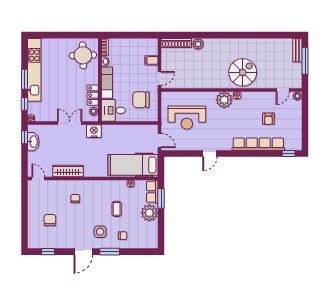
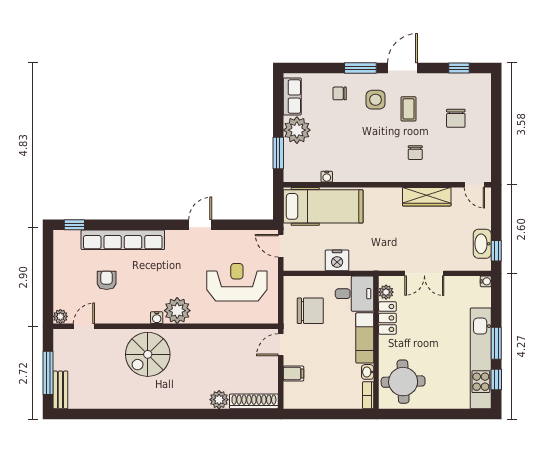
window: (25, 104) -> (496, 380), moved
nightstand: (94, 131) -> (337, 260), moved
row of seats: (152, 192) -> (292, 97), moved
coffee table: (117, 209) -> (409, 109), moved

